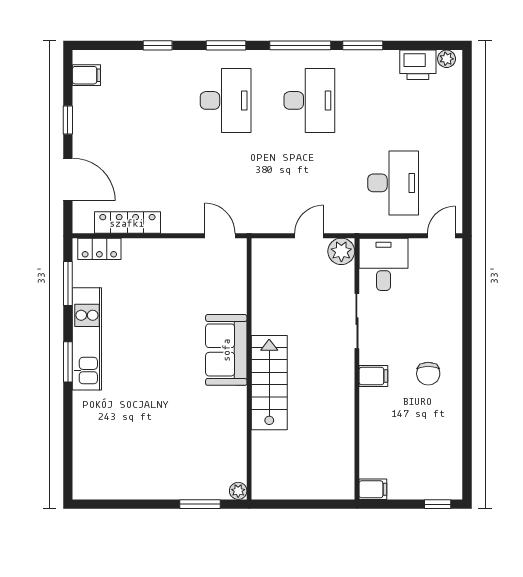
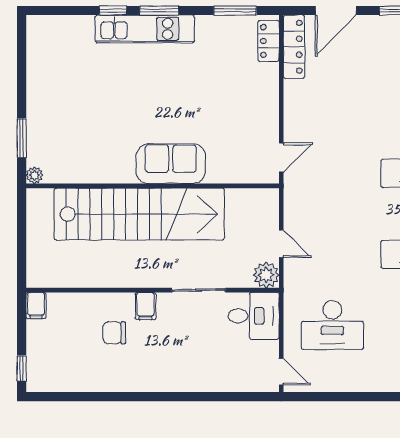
locker: (127, 223) -> (294, 47), moved
kitchen unit: (87, 339) -> (145, 29), moved
chair: (428, 374) -> (114, 333), moved
stairs: (269, 383) -> (139, 214), width x1.86, depth x1.51
window: (68, 410) -> (113, 11), added

